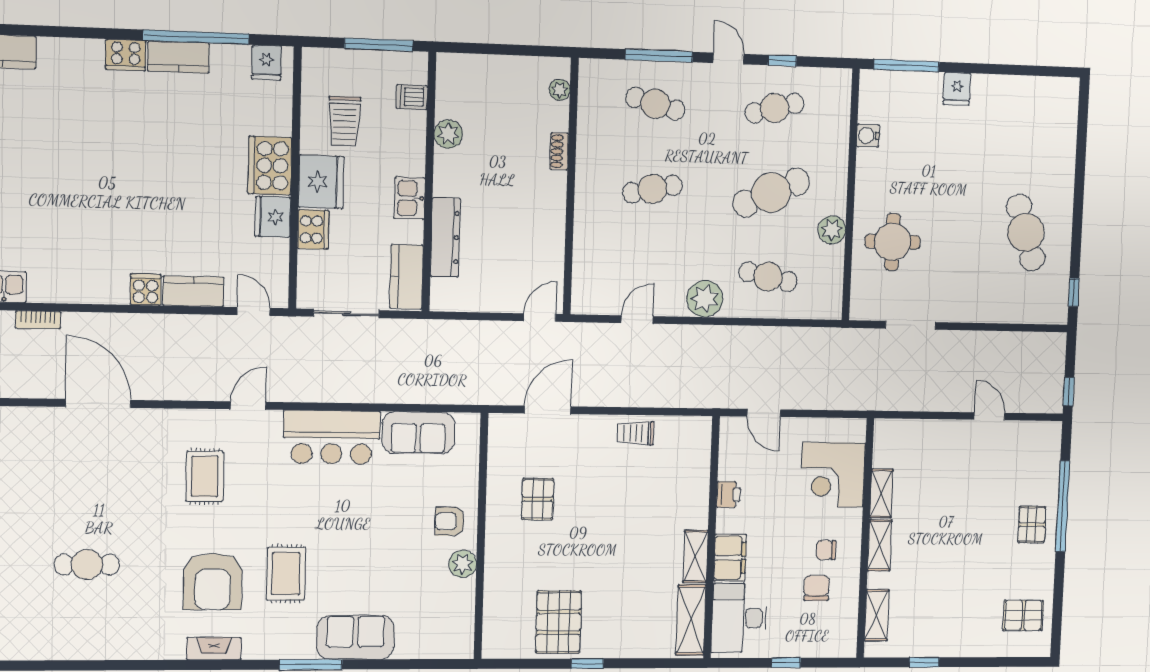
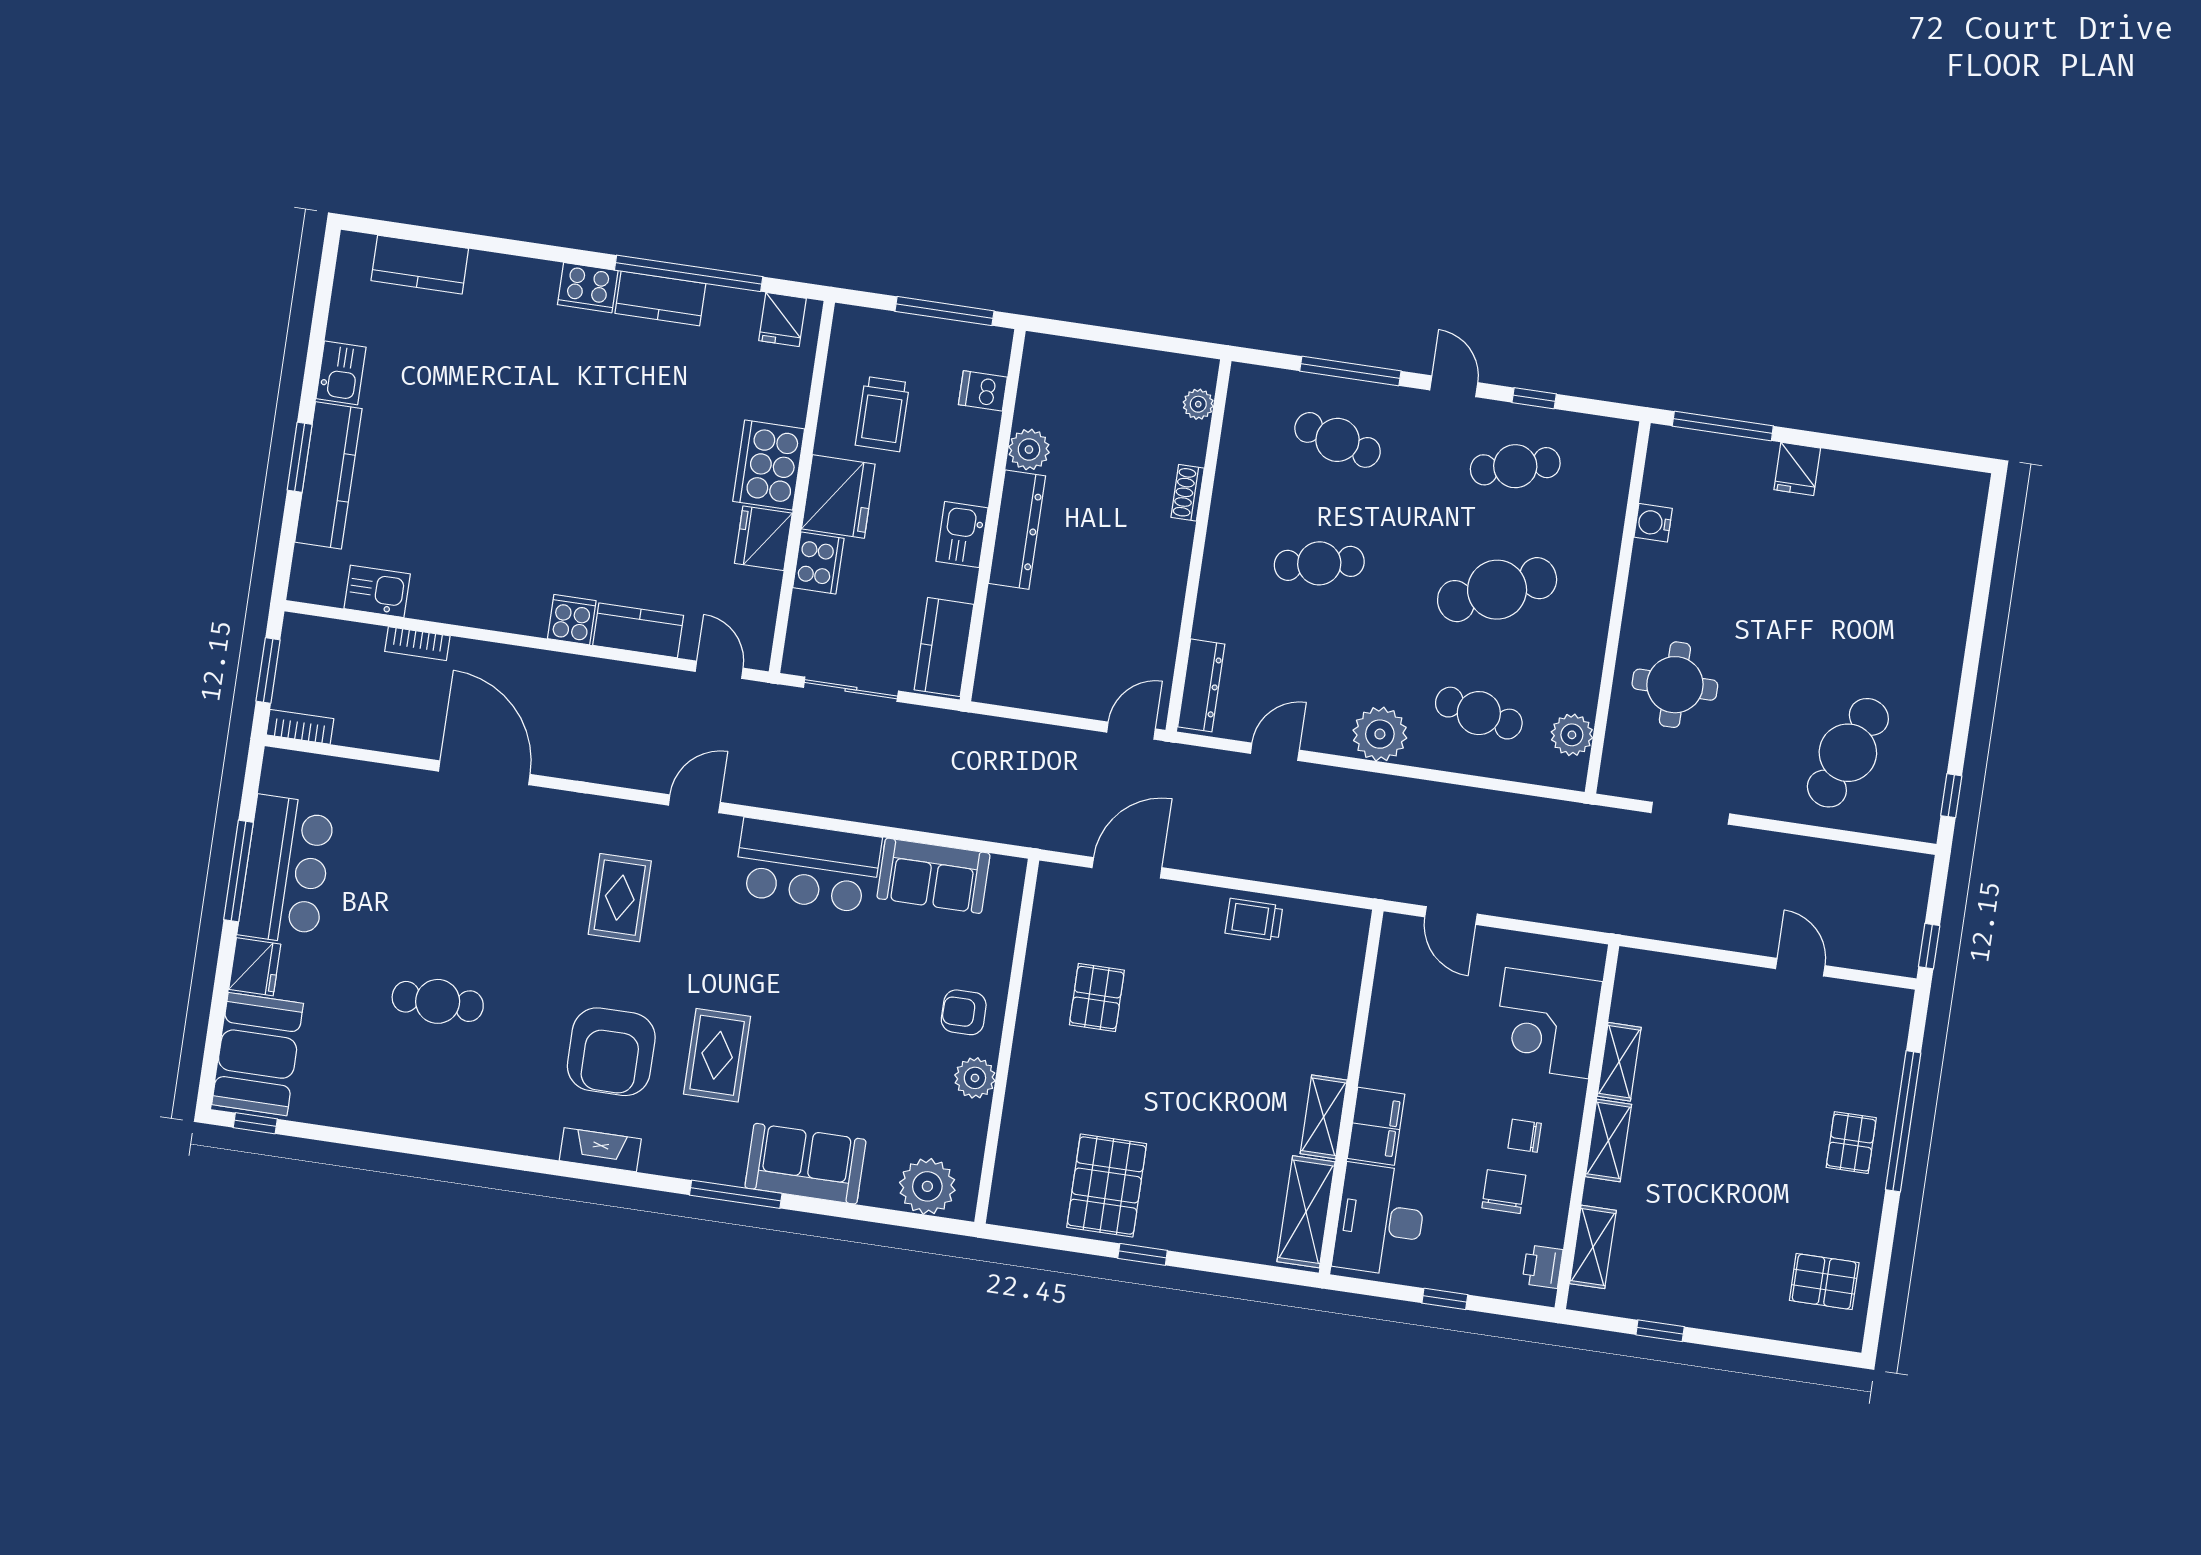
plant: (832, 230) -> (1572, 735), moved
cafe table: (1026, 232) -> (1848, 753), moved, turned 40
dresser: (445, 237) -> (1017, 530), moved
dresser: (583, 281) -> (1201, 685), added
printer: (729, 495) -> (1542, 1267), moved, turned 180
plant: (439, 640) -> (927, 1186), added

